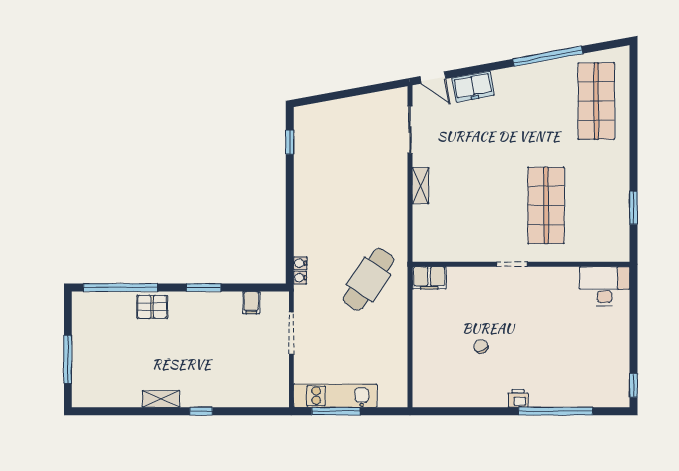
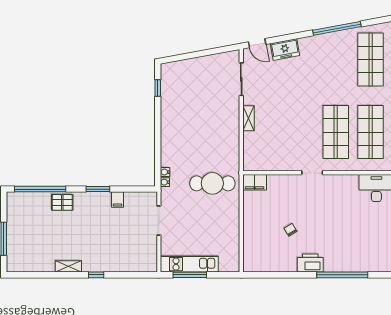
shop shelf: (596, 205) -> (371, 132), added
cafe table: (368, 279) -> (212, 183), turned 56
filing cabinet: (251, 303) -> (118, 199), moved
printer: (518, 398) -> (310, 263), width x1.87, depth x1.48

